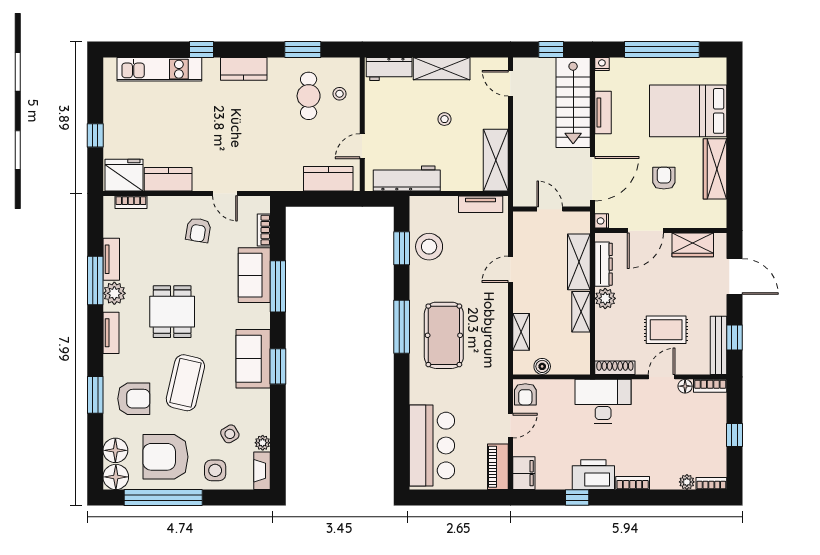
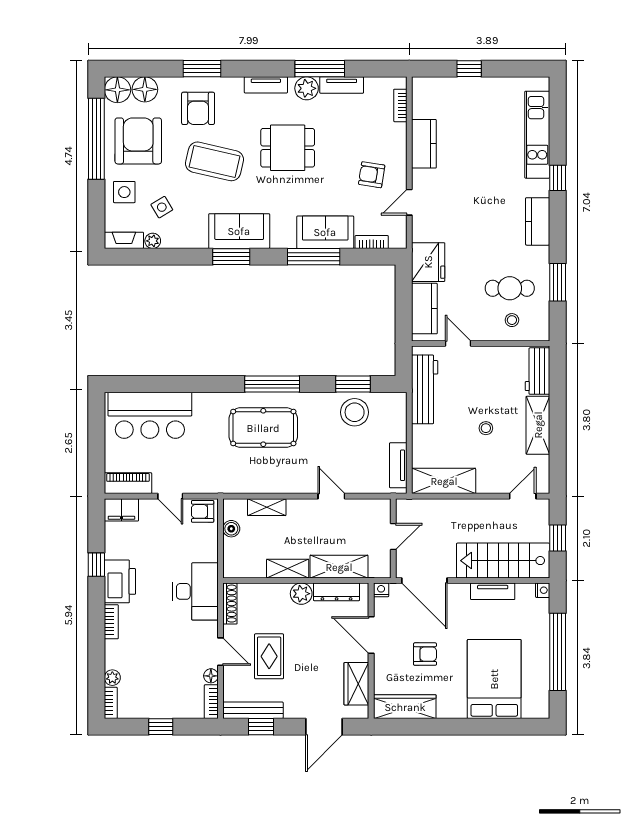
wardrobe: (715, 169) -> (405, 707), moved
fridge: (124, 175) -> (428, 262), moved

